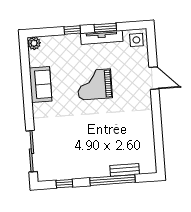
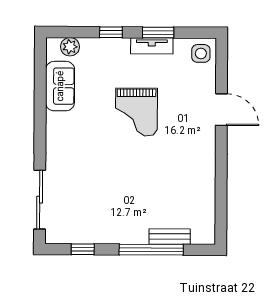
tv unit: (102, 37) -> (152, 46), width x0.71
plant: (34, 43) -> (70, 47), moved
sofa: (41, 84) -> (60, 86), moved
grand piano: (95, 85) -> (137, 112), turned -90

